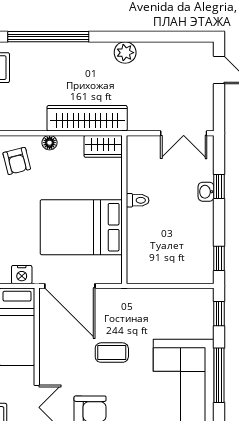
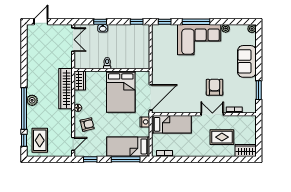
plant: (125, 53) -> (32, 100), moved
coffee table: (112, 353) -> (184, 76), removed

